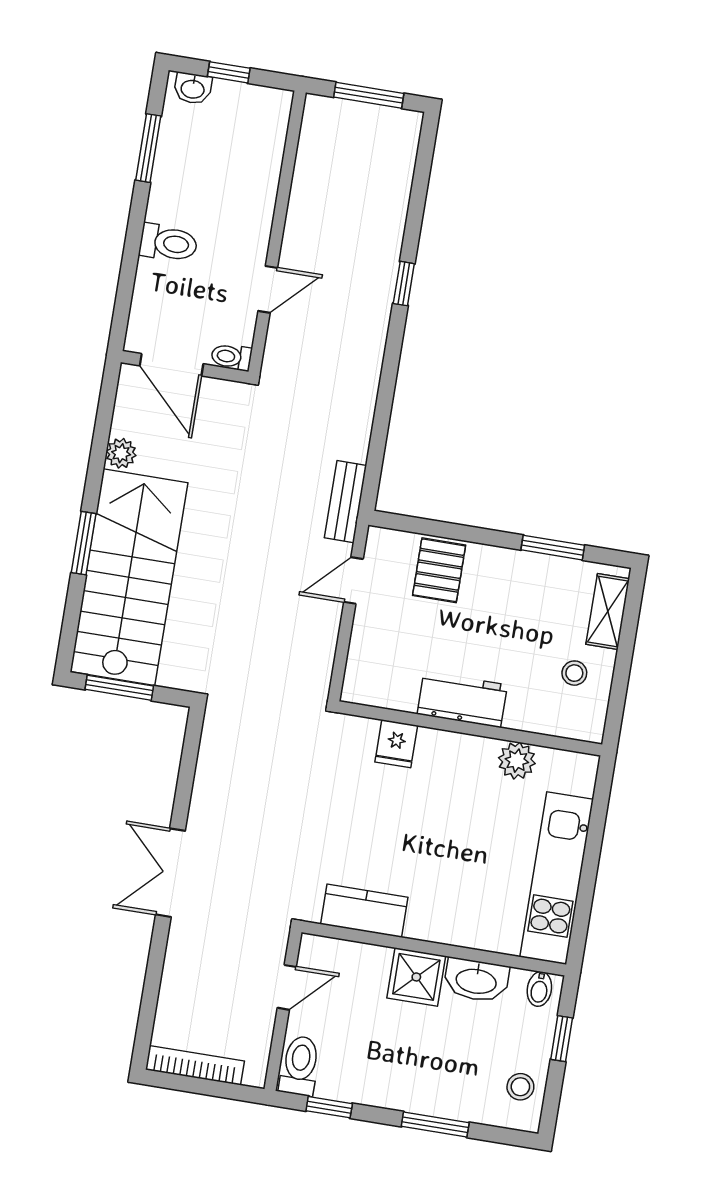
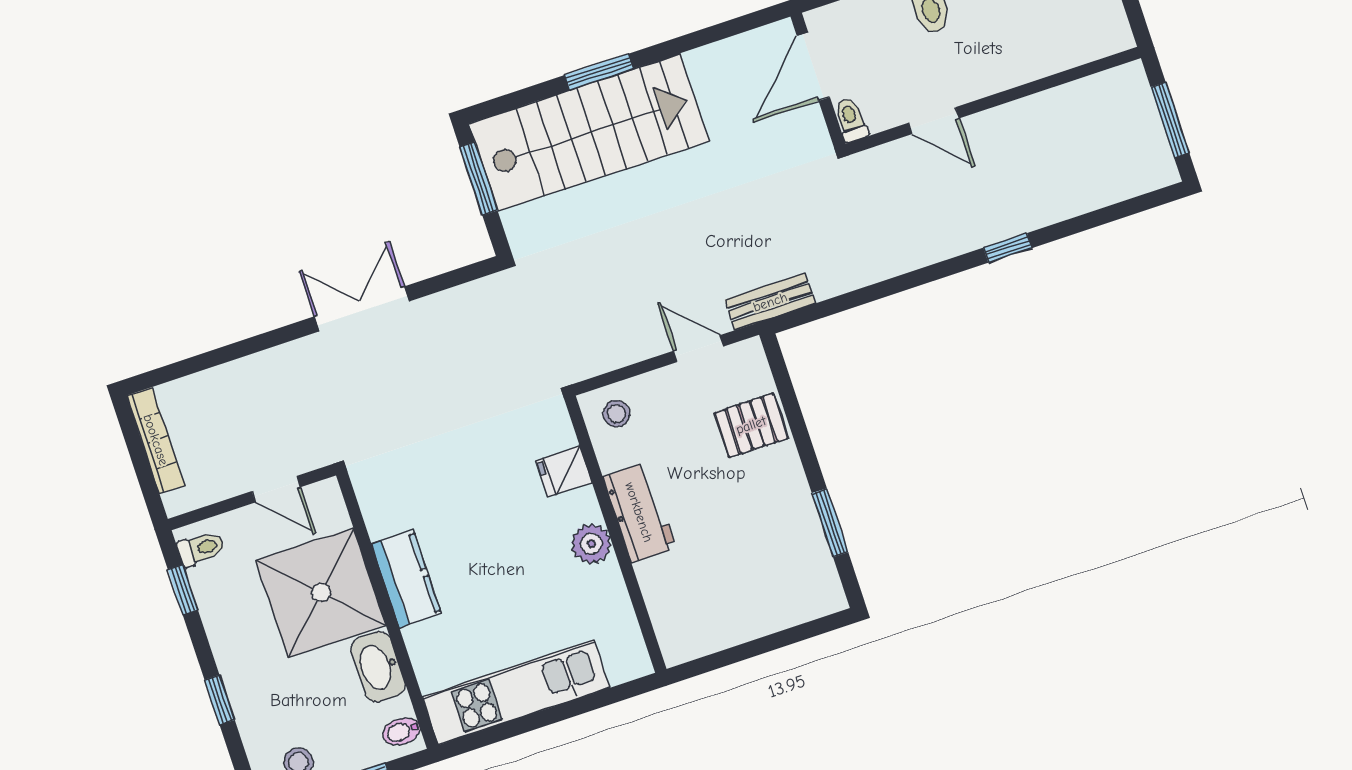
plant: (121, 453) -> (703, 63), removed
shelving: (608, 611) -> (796, 607), removed
stool: (574, 673) -> (616, 414), moved
plant: (517, 761) -> (591, 544), moved
double door: (170, 873) -> (362, 309), moved
kitchen counter: (364, 911) -> (406, 579), moved
shower: (416, 977) -> (321, 593), width x1.86, depth x1.86
toilet: (300, 1066) -> (201, 549), width x0.73, depth x0.72
window: (435, 1125) -> (220, 700), width x0.67

